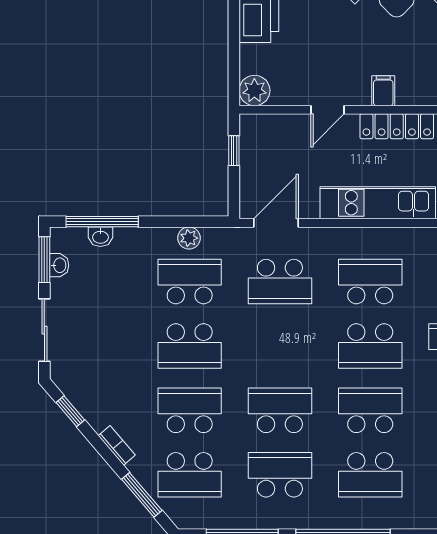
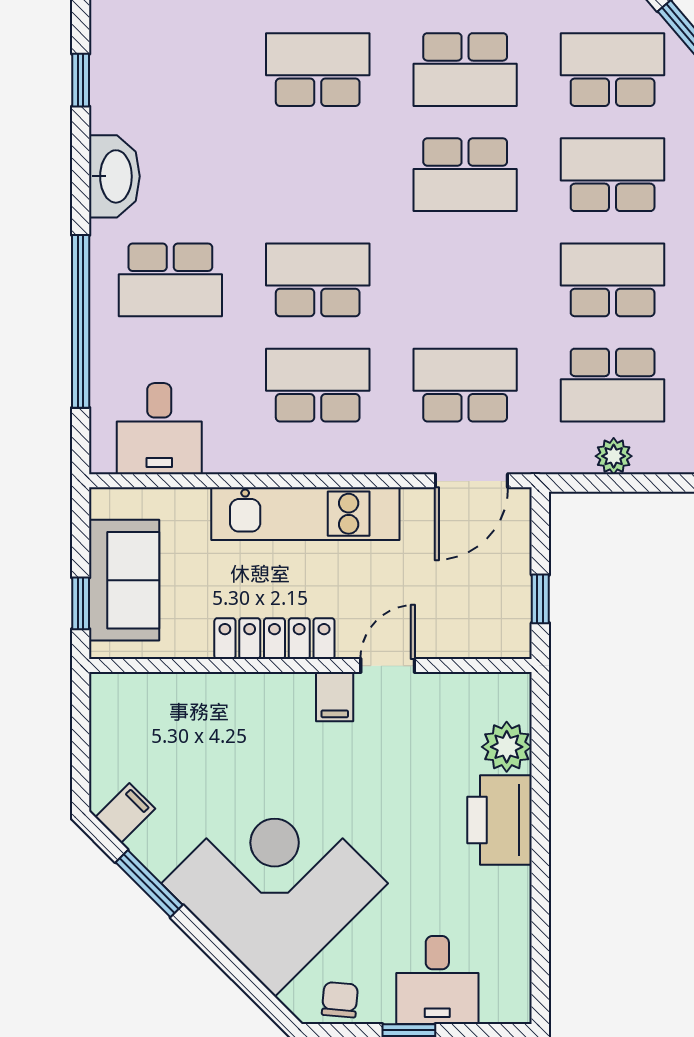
plant: (254, 90) -> (507, 747), moved
filing cabinet: (383, 91) -> (335, 697), moved
school desk: (370, 282) -> (318, 385), turned 180
school desk: (190, 410) -> (613, 175), turned 180
school desk: (370, 410) -> (318, 175), removed

